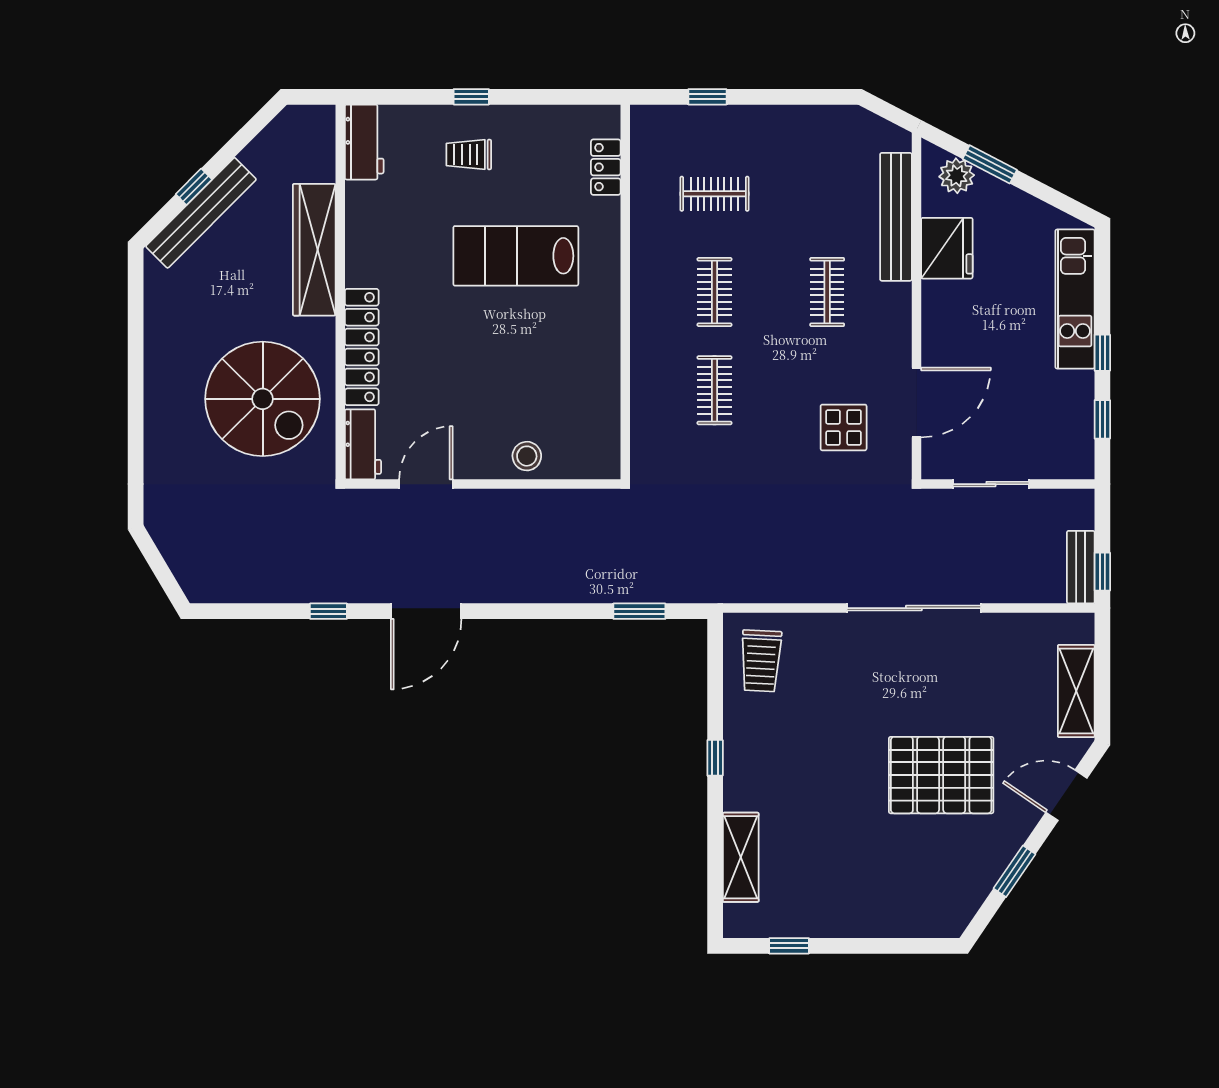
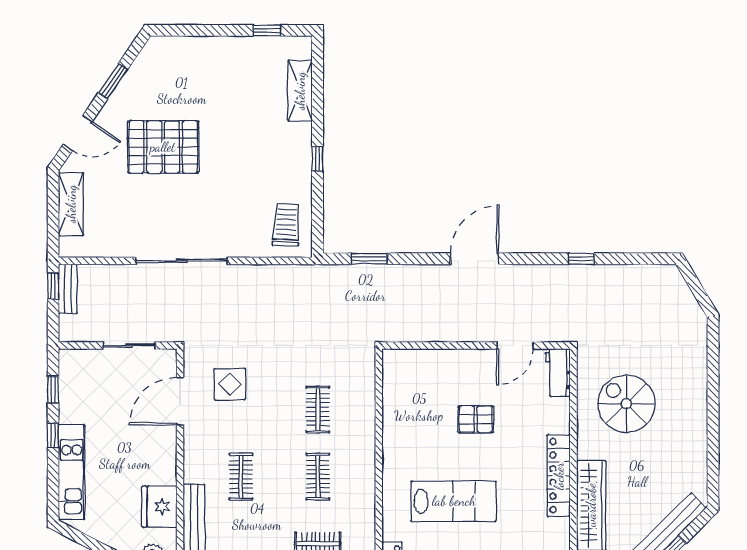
locker: (362, 347) -> (559, 476), moved
pallet: (483, 376) -> (476, 419), added
spiral stairs: (263, 399) -> (626, 404), width x0.73, depth x0.73
stool: (527, 456) -> (446, 365), removed
door: (426, 611) -> (475, 259), moved

